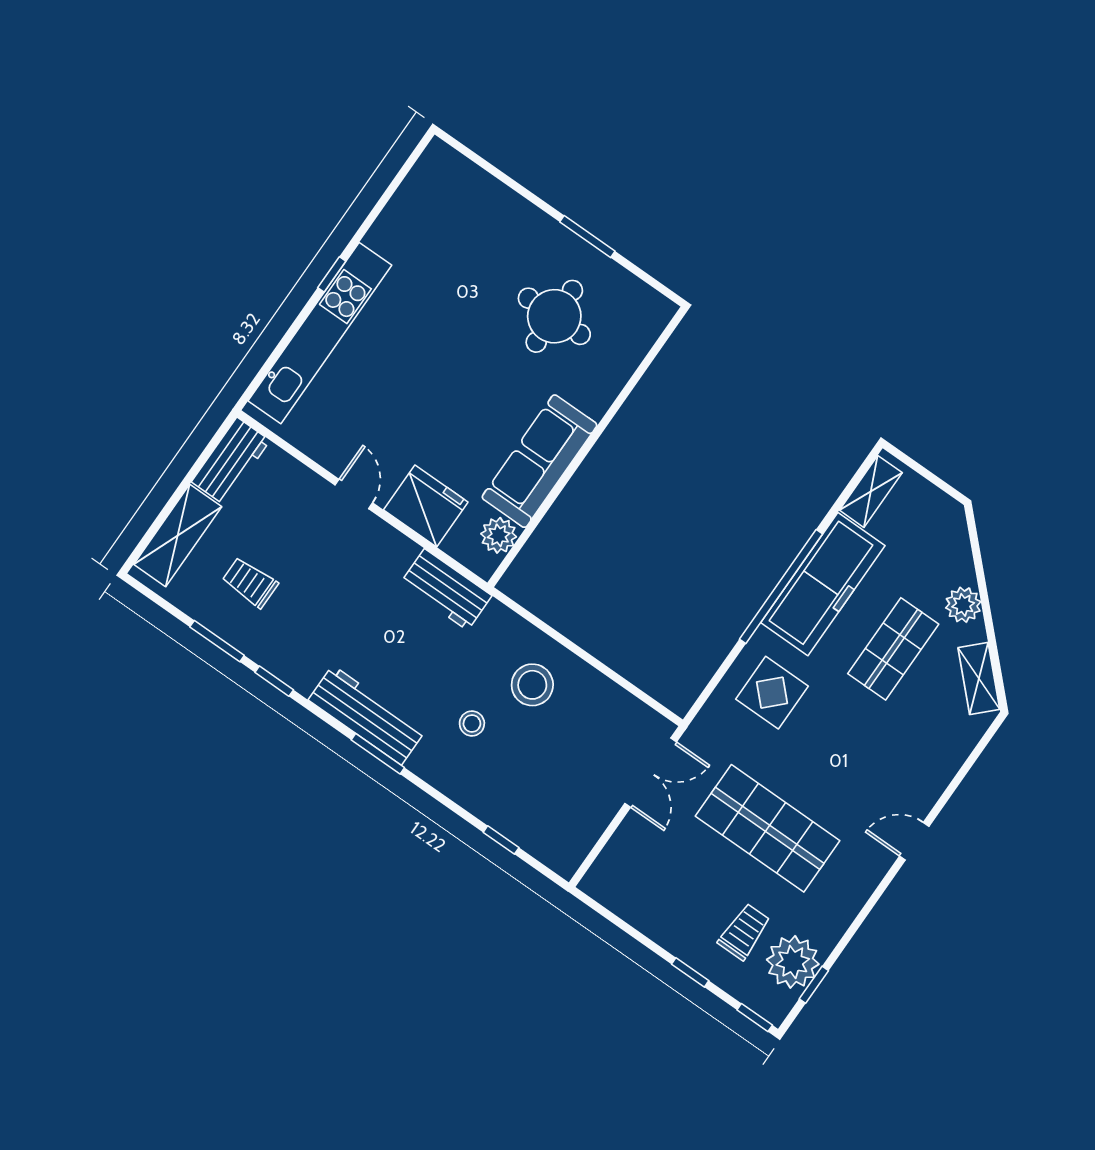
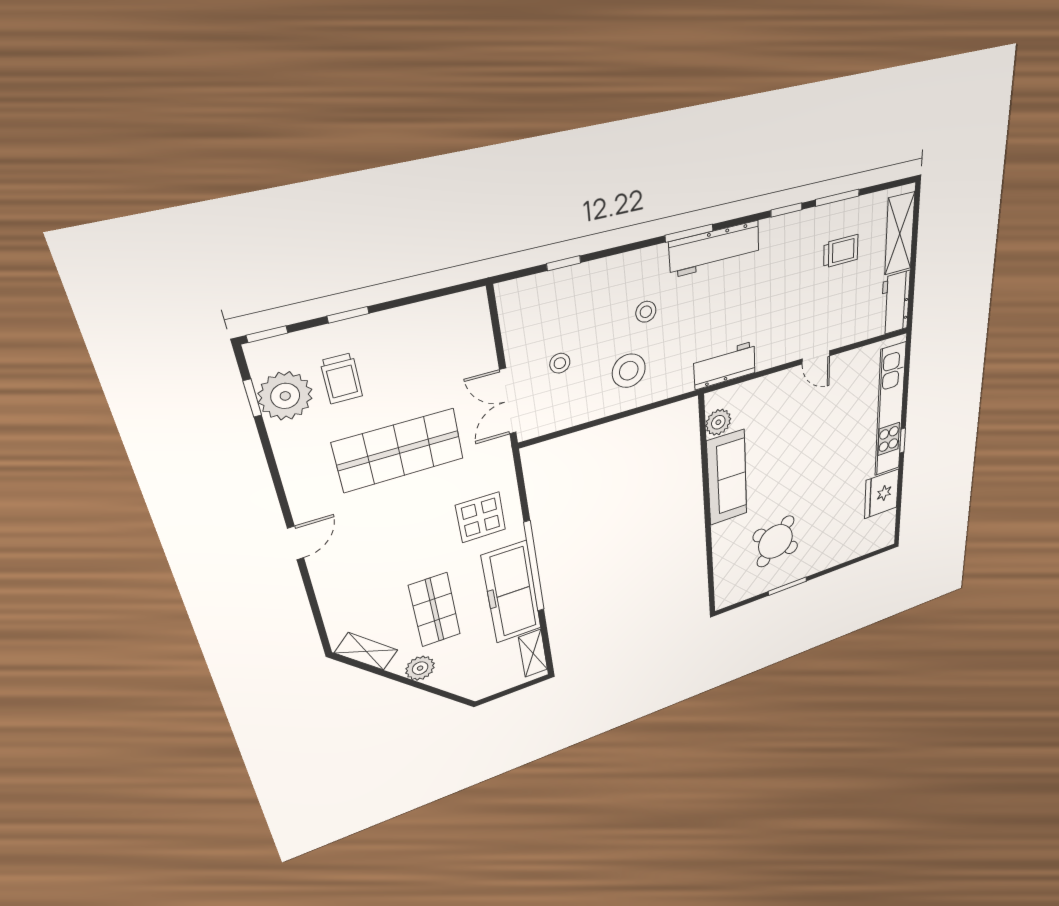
round table: (554, 316) -> (775, 542), turned 38
fridge: (426, 506) -> (882, 494), moved, turned 90
stool: (581, 758) -> (560, 363), added

